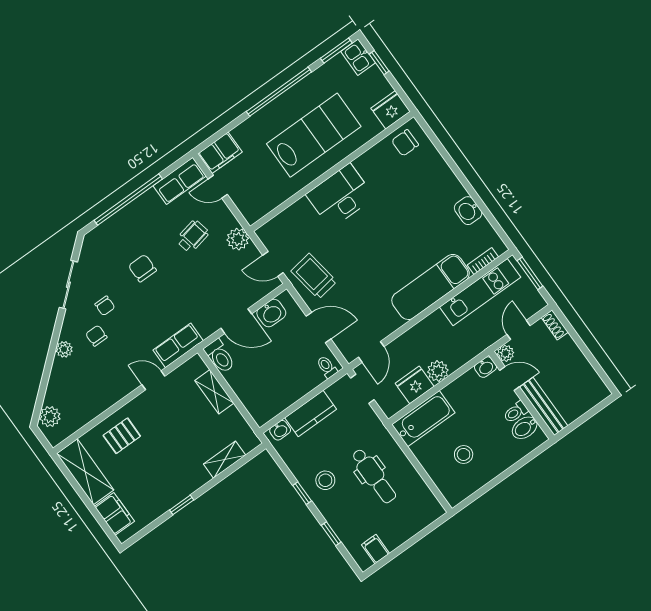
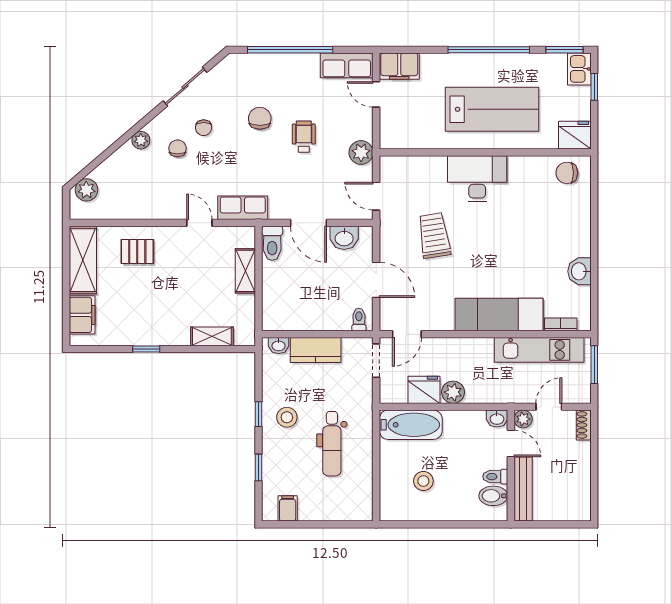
wheelchair: (193, 236) -> (304, 137), moved, turned -78
trolley: (314, 276) -> (434, 236), moved

